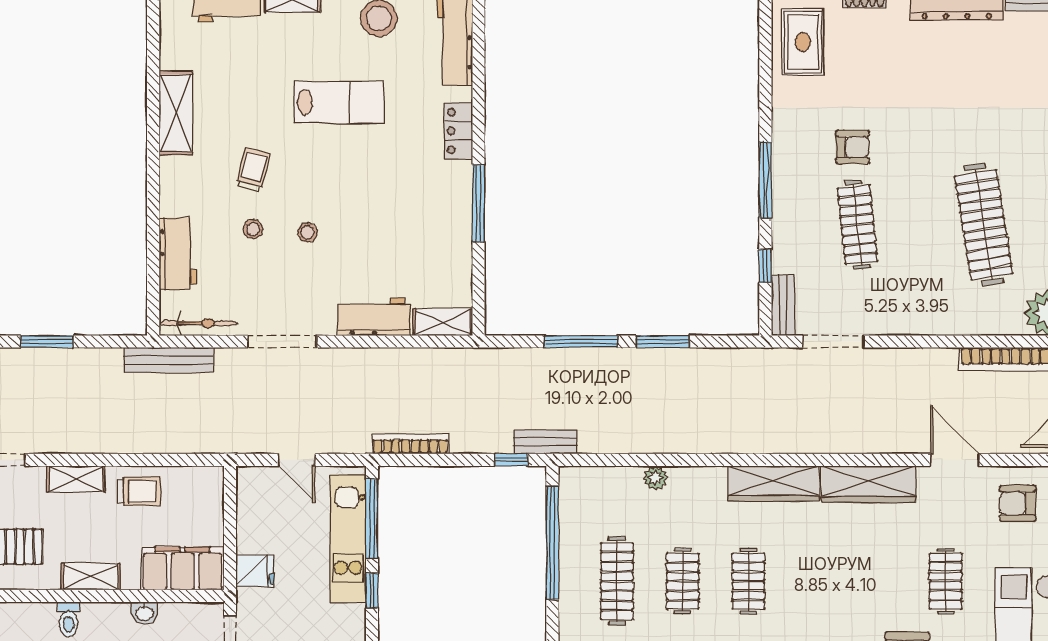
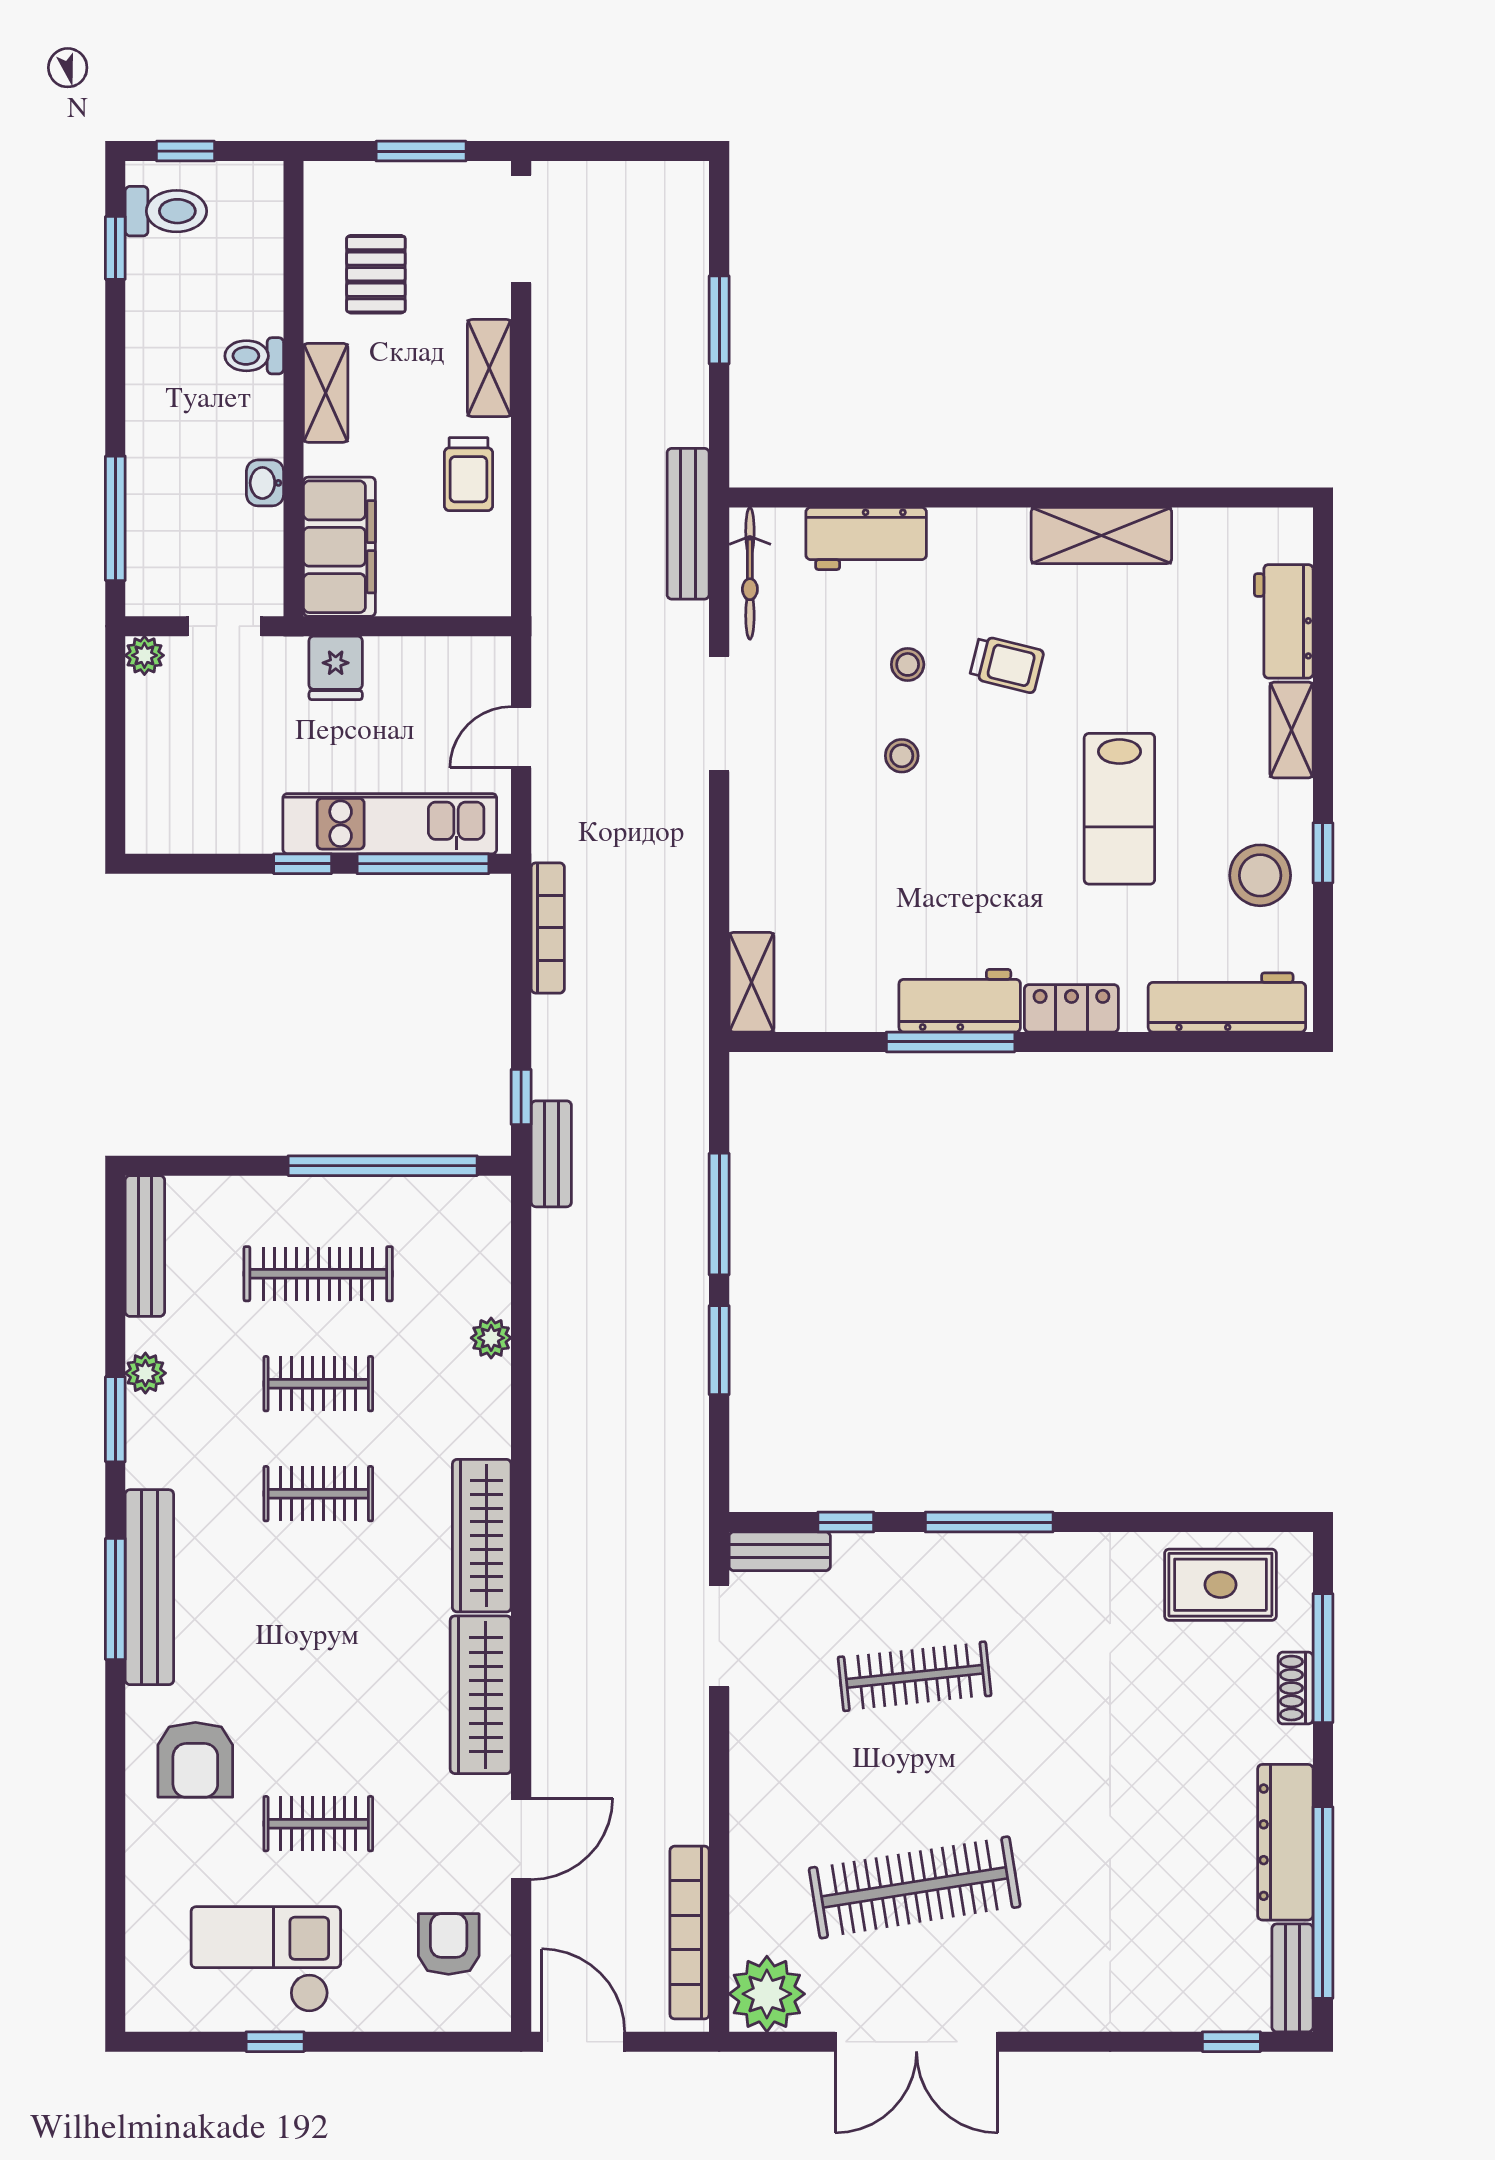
armchair: (853, 147) -> (1045, 1668), removed
workbench: (374, 317) -> (960, 1001), moved, turned -90

